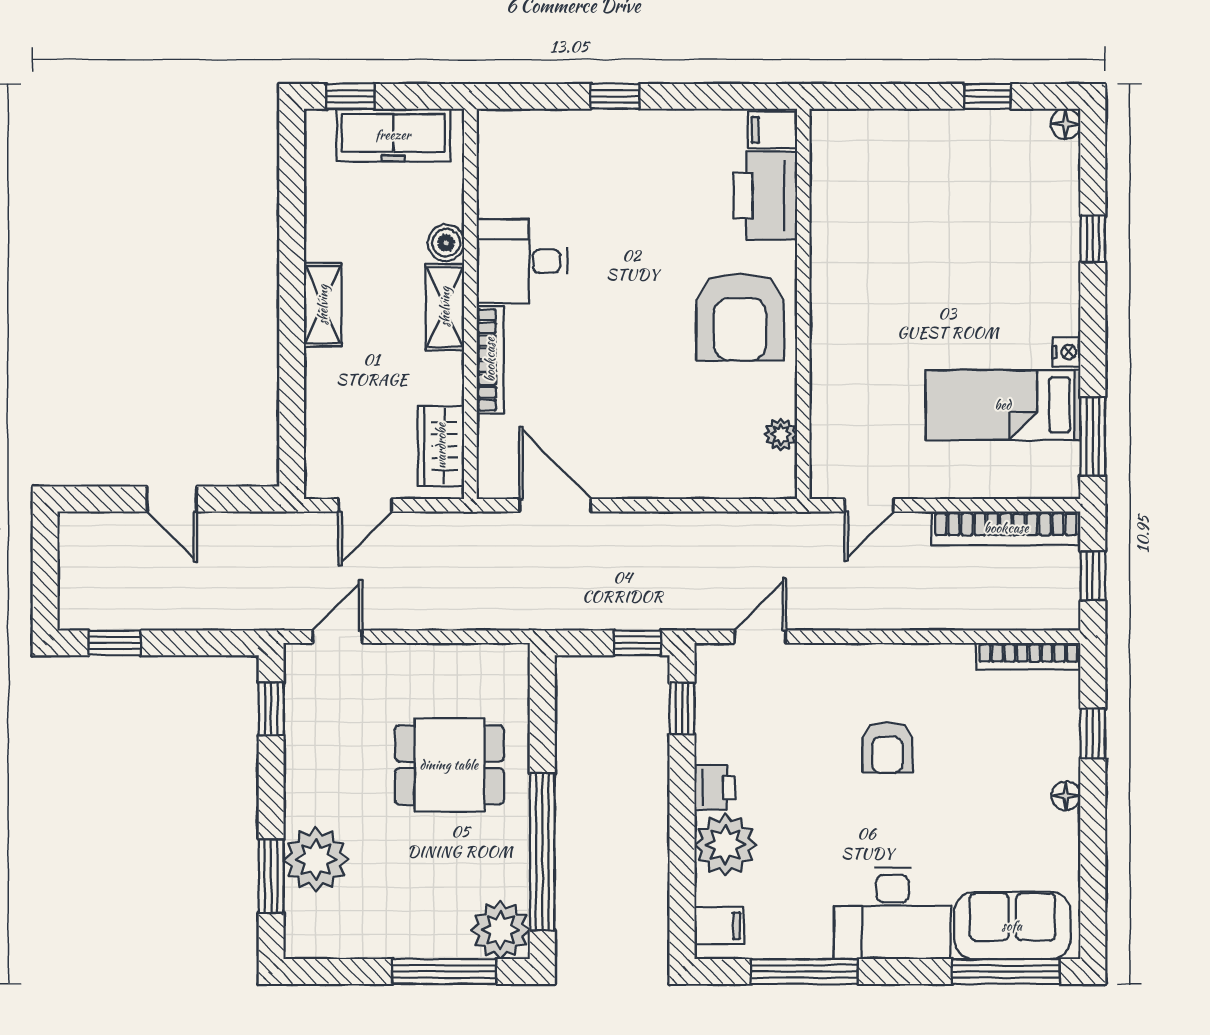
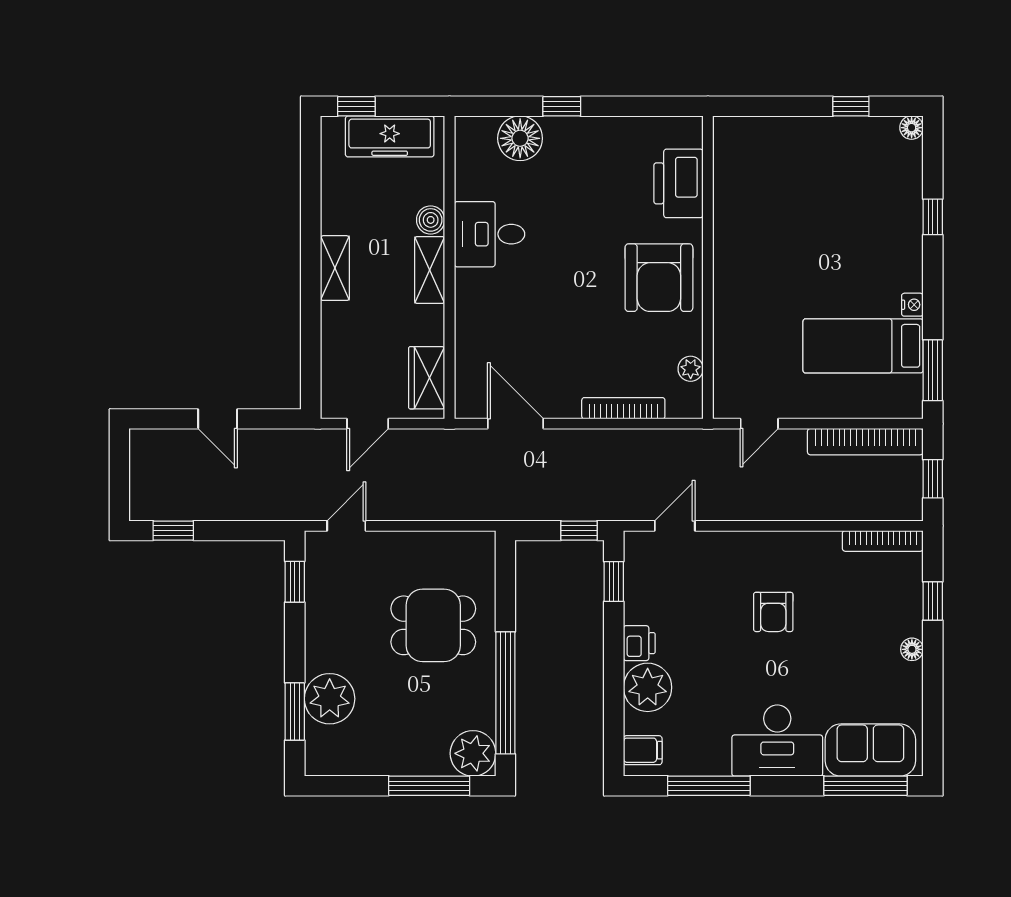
filing cabinet: (772, 130) -> (684, 132), removed
floor lamp: (561, 138) -> (520, 138), added
bookcase: (490, 360) -> (623, 408), moved, turned -90

